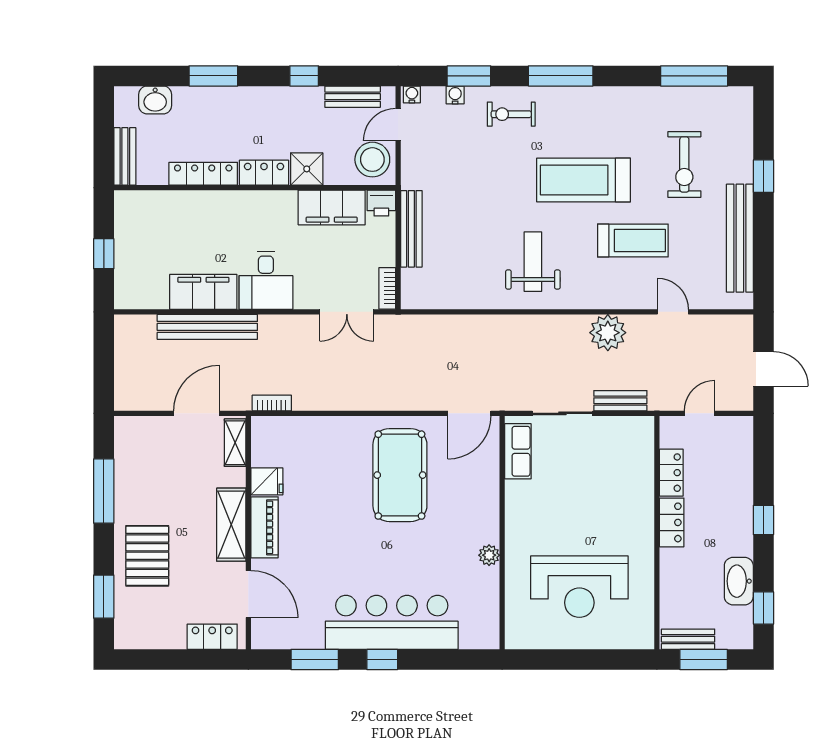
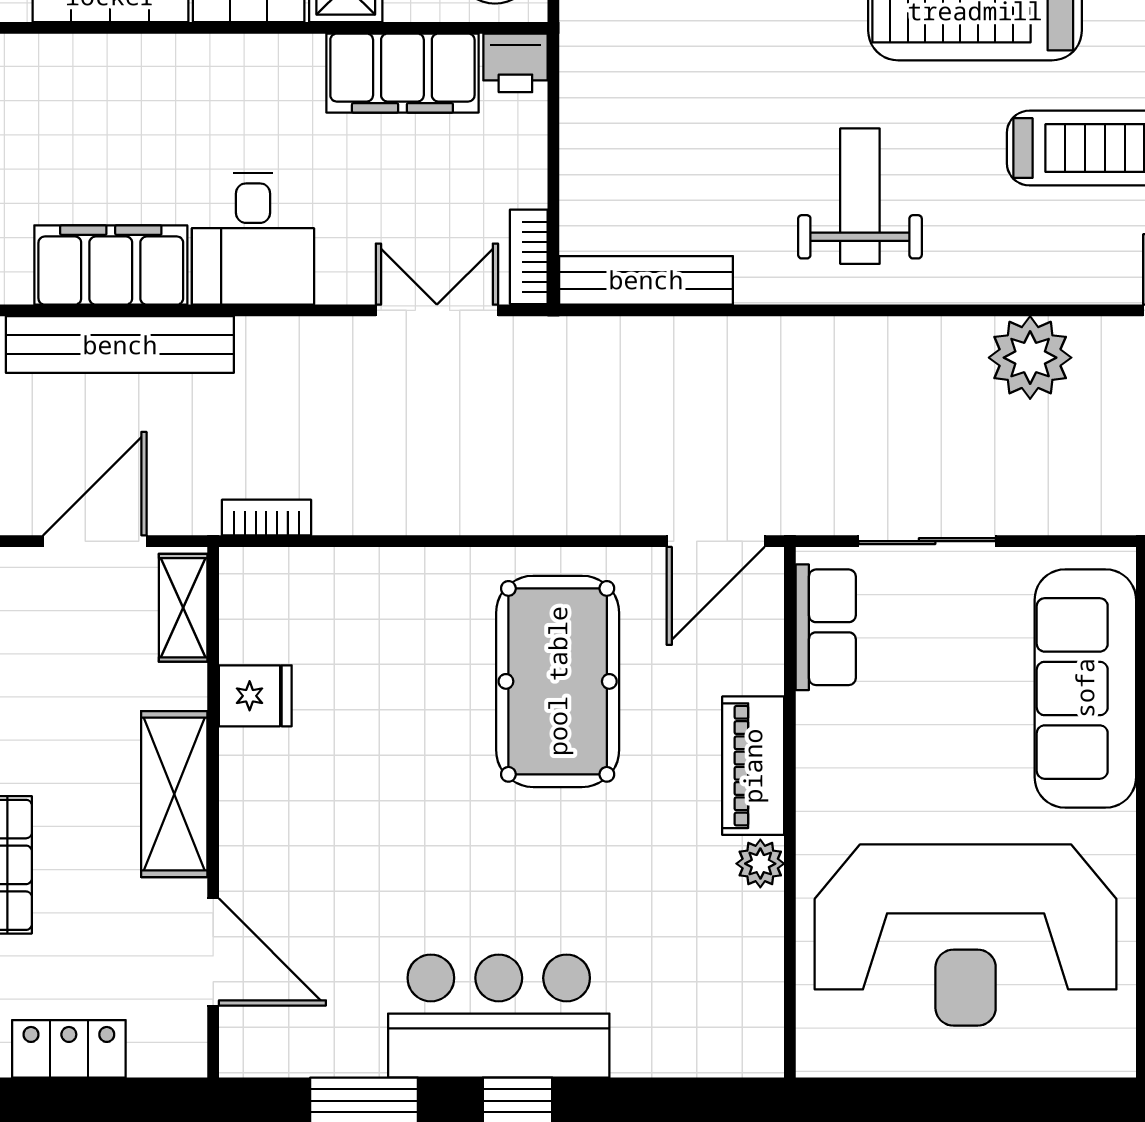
bench: (411, 229) -> (646, 280), moved, turned 90
double door: (347, 312) -> (437, 310), swing flipped
bench: (620, 401) -> (1059, 512), removed
sofa: (632, 478) -> (1085, 688), added
piano: (265, 527) -> (753, 766), moved, turned 180
reception desk: (579, 587) -> (966, 935), width x1.36, depth x1.30
bar counter: (392, 622) -> (499, 1016), width x0.73
locker: (212, 637) -> (69, 1049), moved

